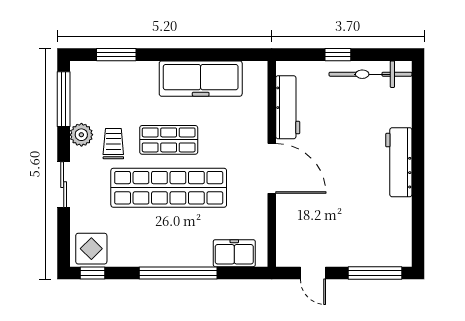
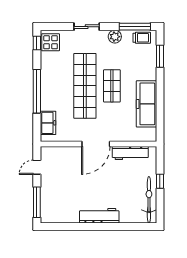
trolley: (113, 144) -> (142, 38), moved

